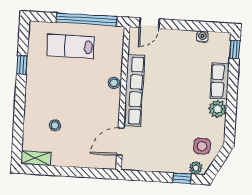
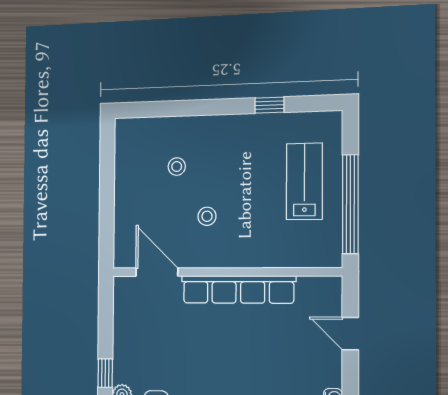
door: (149, 23) -> (350, 334), moved
stool: (114, 83) -> (207, 216), moved
shelving: (36, 158) -> (125, 141), removed

